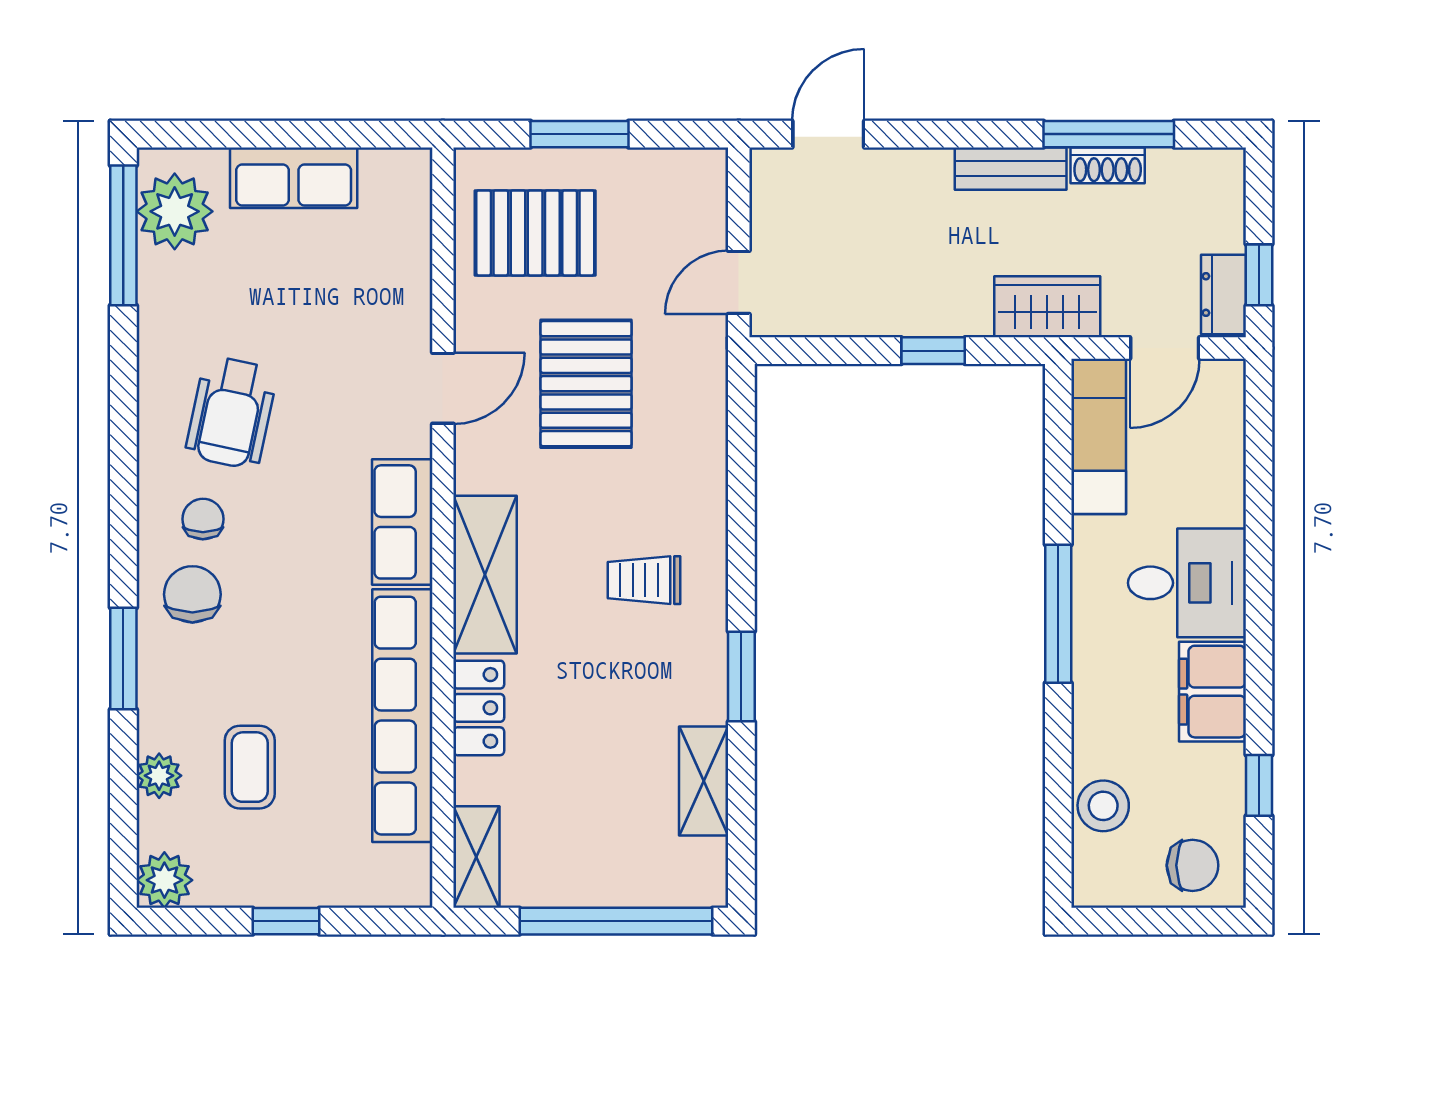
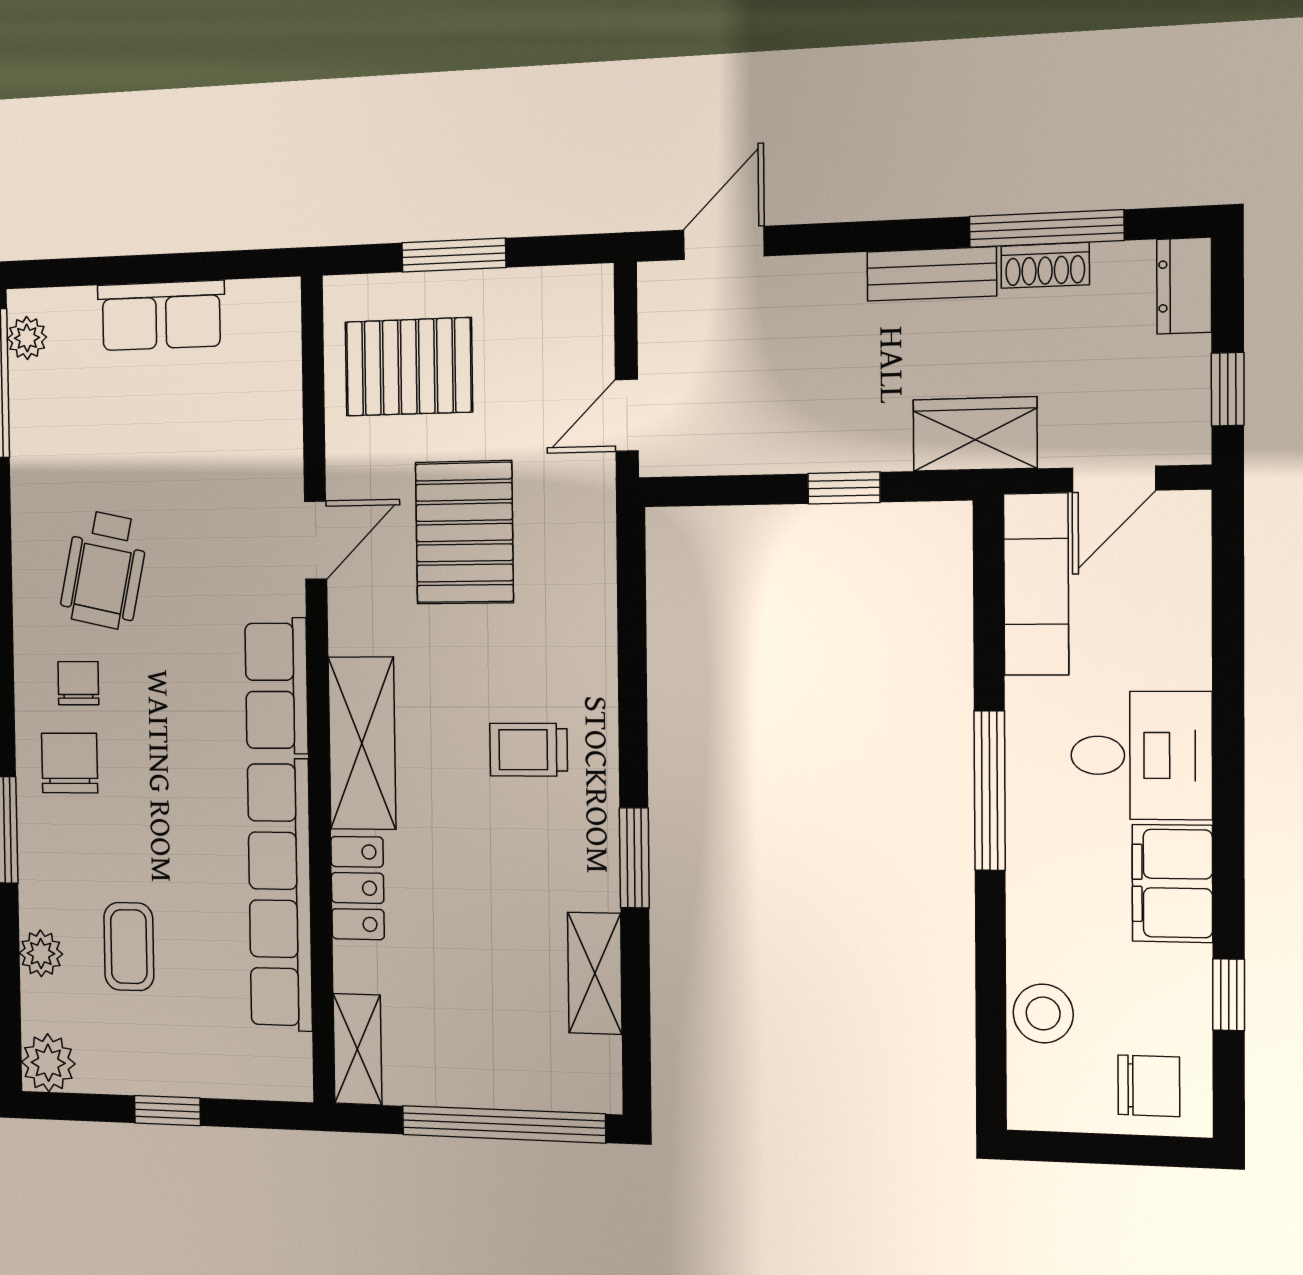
plant: (175, 211) -> (27, 338), width x0.53, depth x0.53
dresser: (1223, 295) -> (1184, 286), moved

